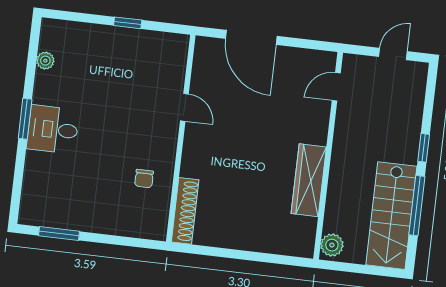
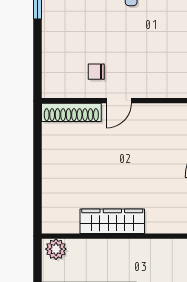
door: (184, 107) -> (119, 101), moved

